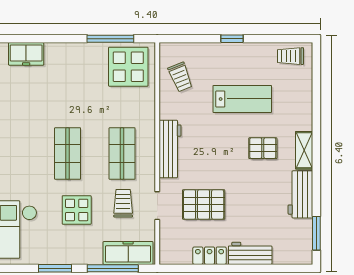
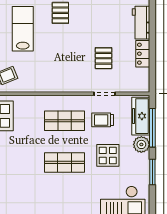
workbench: (170, 149) -> (61, 84), removed
pallet: (204, 204) -> (104, 58), width x0.67, depth x0.71
plant: (91, 254) -> (141, 144), added

